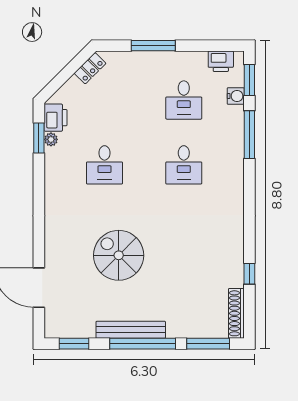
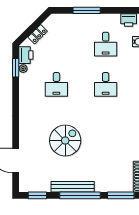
locker: (90, 68) -> (38, 34), moved
spiral stairs: (119, 255) -> (65, 141), turned 90

